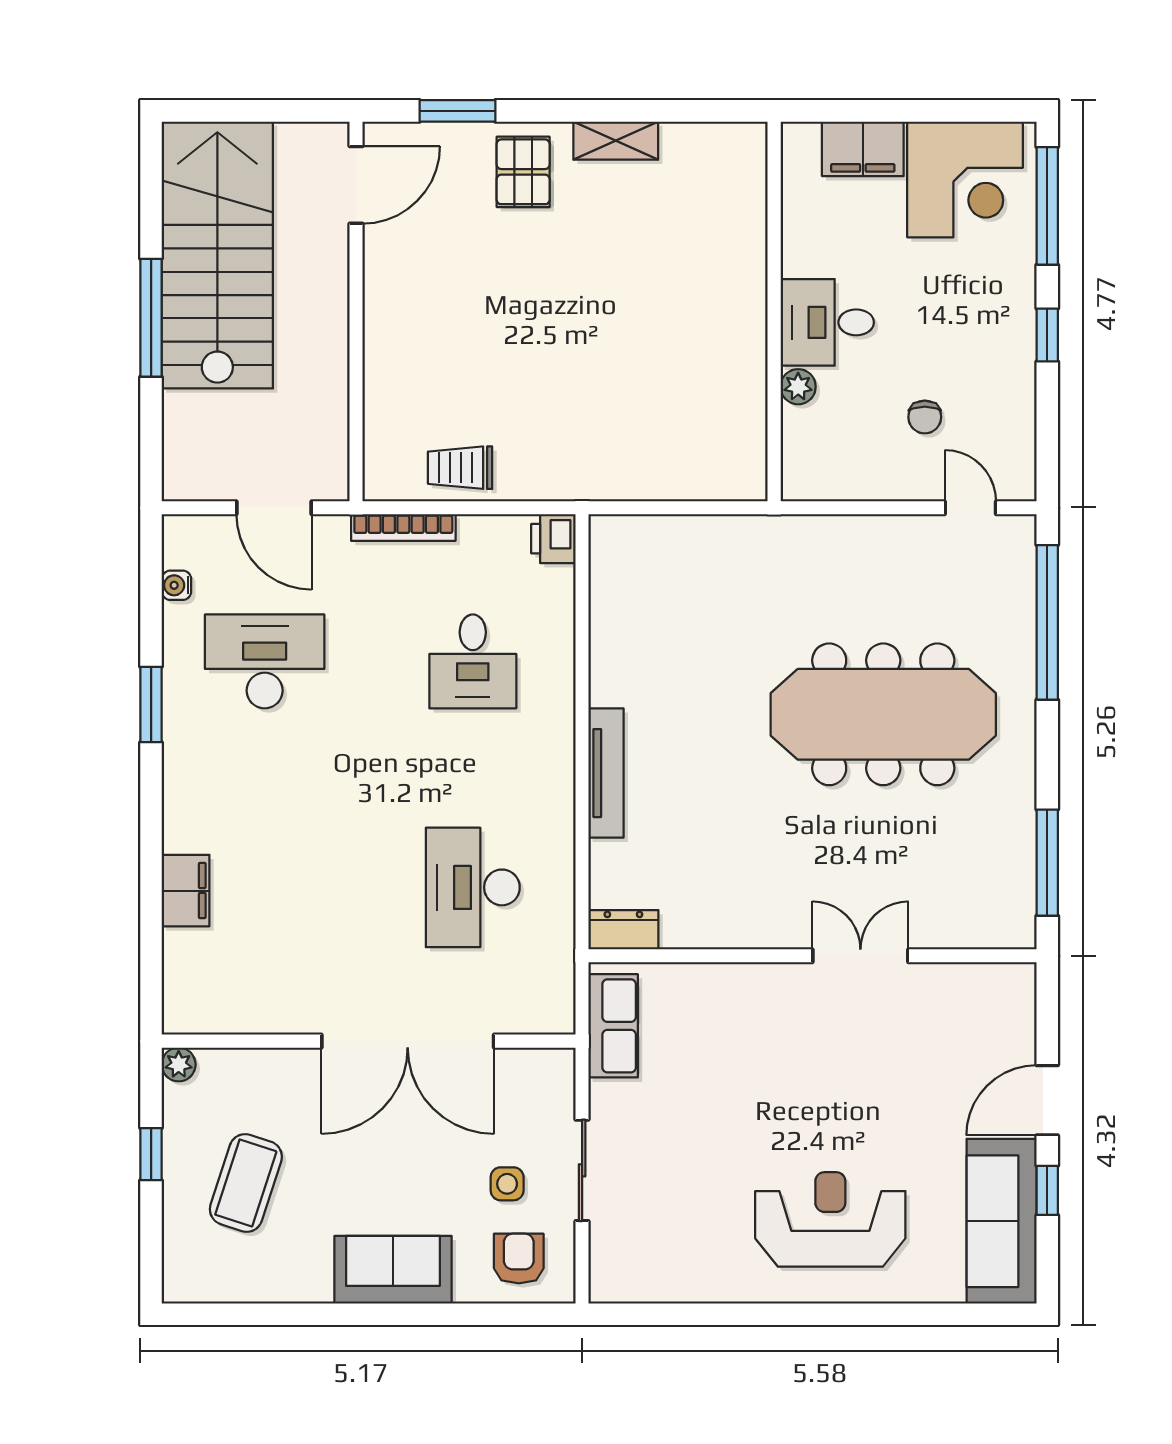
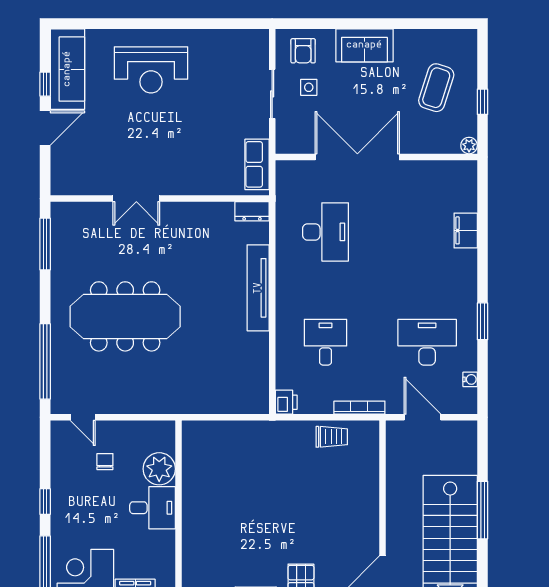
plant: (798, 387) -> (159, 469), width x1.88, depth x1.88
desk: (265, 661) -> (427, 342), turned 180
tv unit: (606, 773) -> (258, 288), width x1.36, depth x1.29

